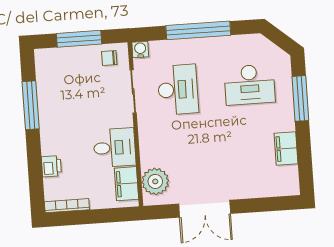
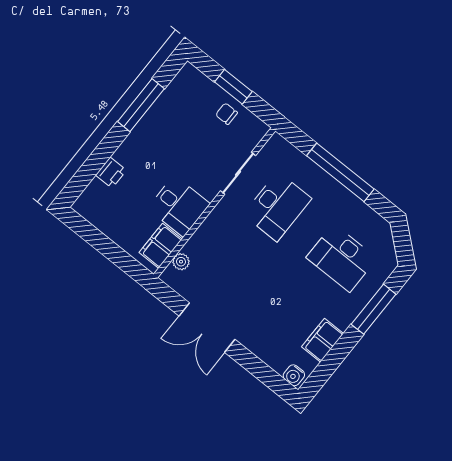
window: (79, 39) -> (233, 87), width x0.69
water cooler: (140, 49) -> (294, 375), moved, turned 180
chair: (109, 58) -> (227, 114), moved
plant: (155, 181) -> (181, 262), width x0.53, depth x0.53
bookcase: (67, 206) -> (93, 218), removed

